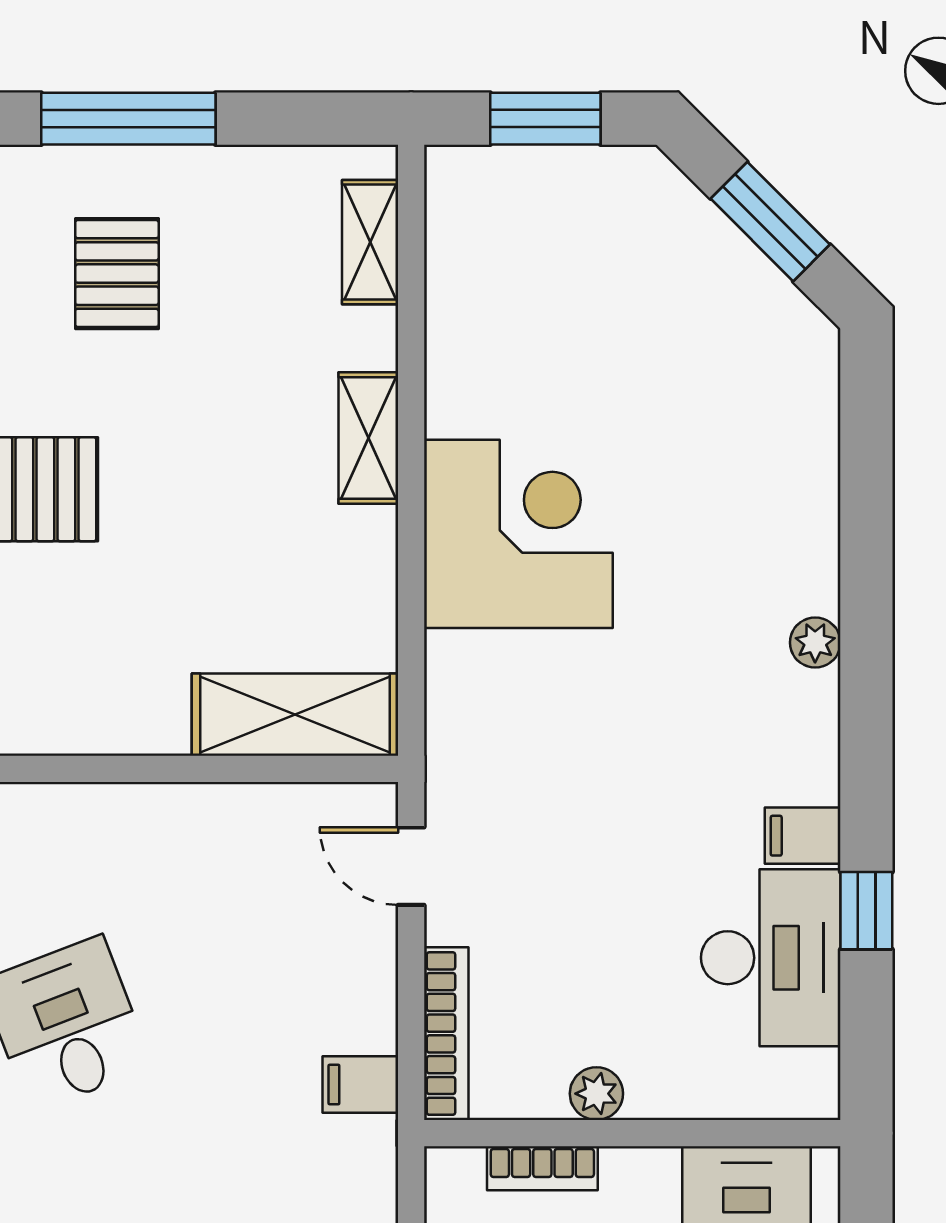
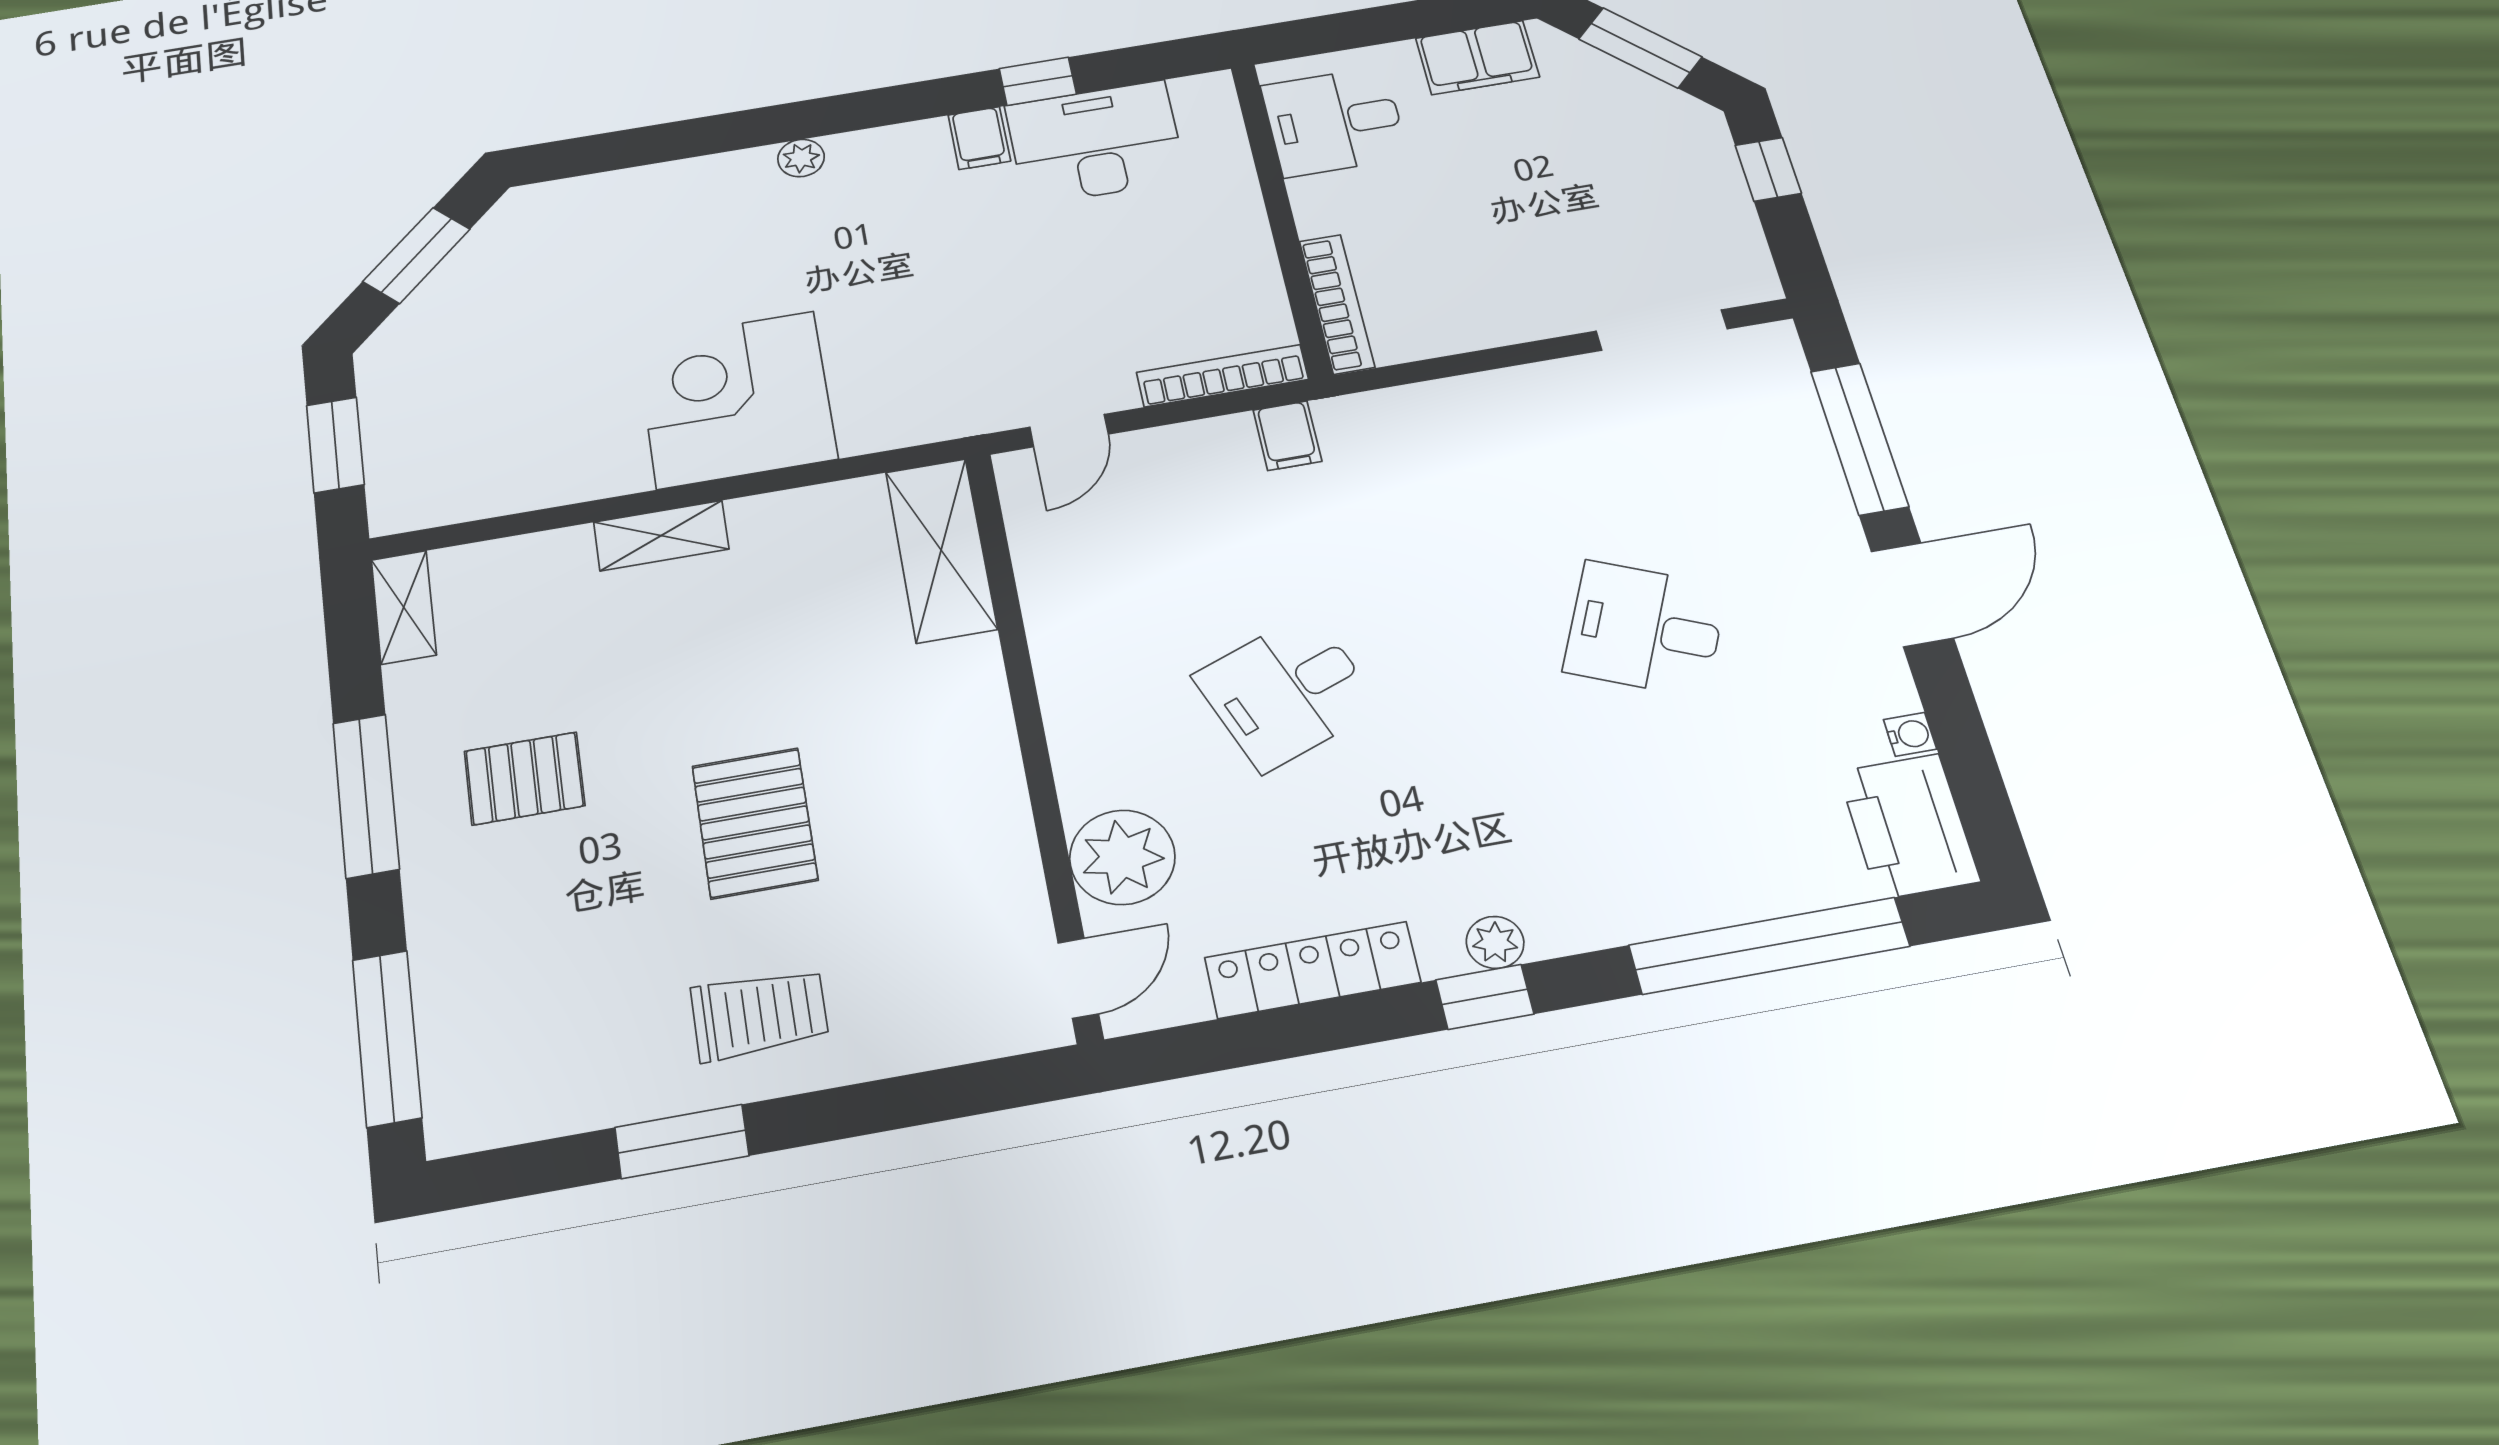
shelving: (370, 242) -> (404, 607), moved, turned 90
plant: (596, 1094) -> (1251, 251), removed
bookcase: (542, 1168) -> (1337, 304), width x1.56

